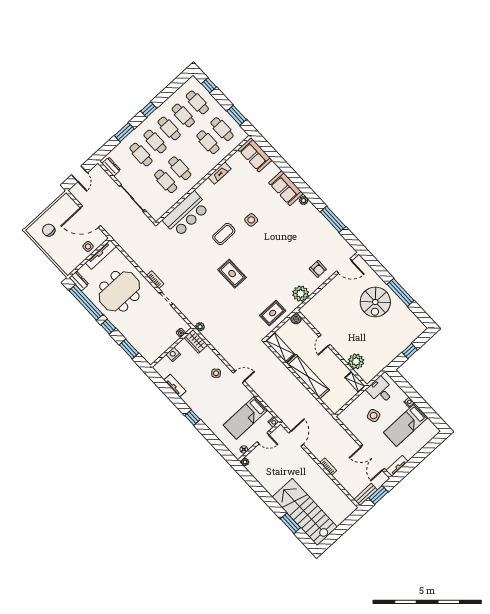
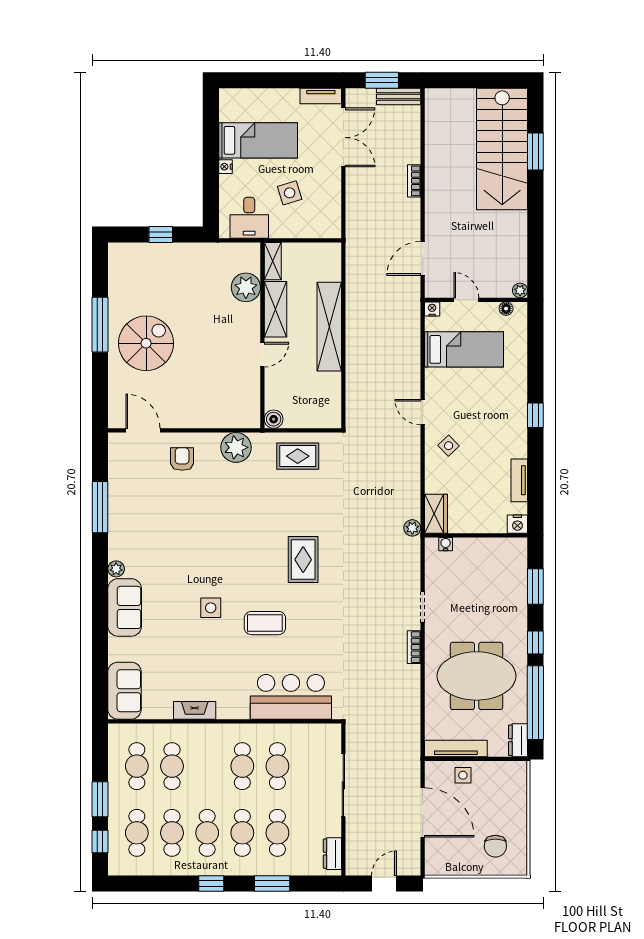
window: (237, 115) -> (100, 799), moved
shelving: (280, 347) -> (275, 309), moved
nightstand: (173, 354) -> (517, 524), moved

